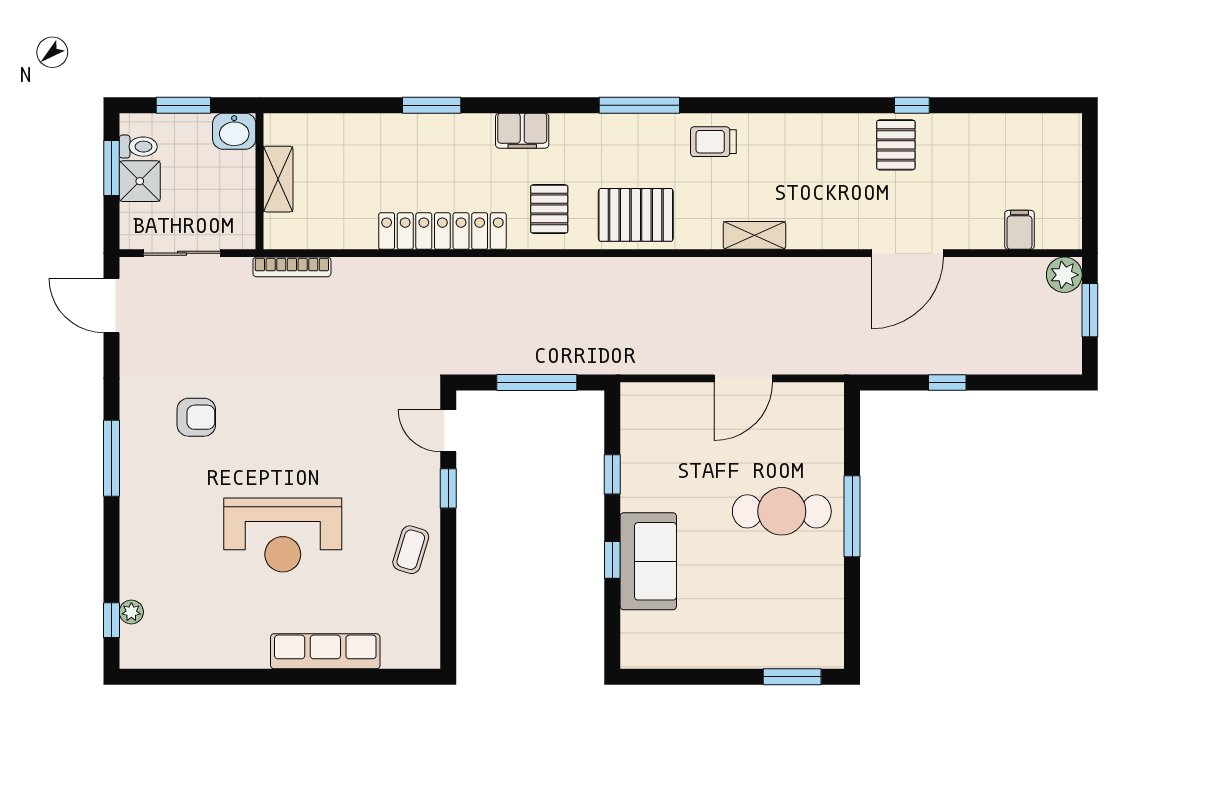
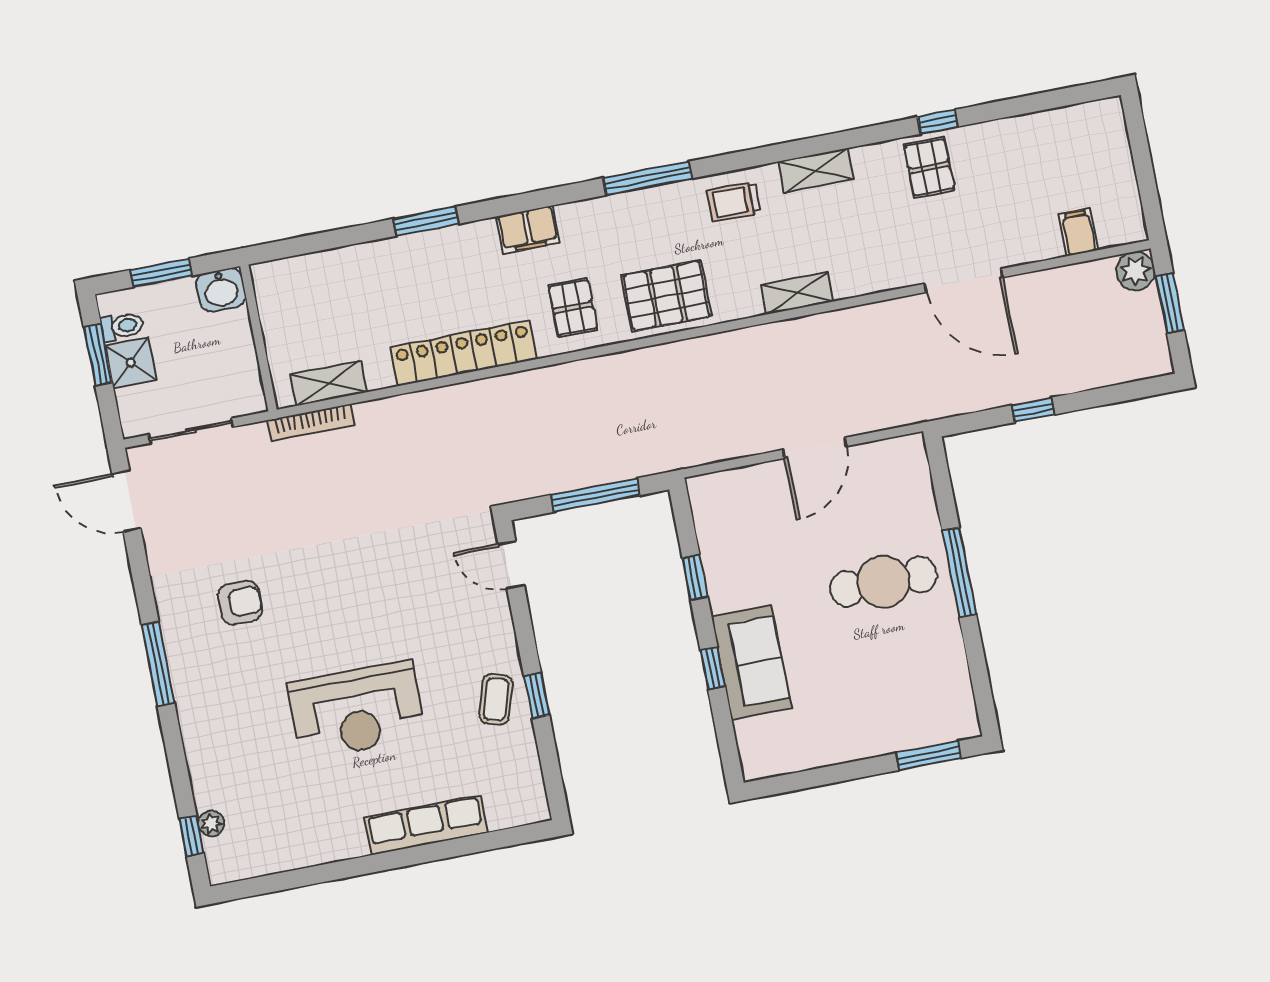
shelving: (793, 128) -> (816, 170), added
shelving: (278, 179) -> (328, 383), moved, turned 90
door: (907, 253) -> (964, 280), hinge flipped
window: (448, 488) -> (537, 696), moved

